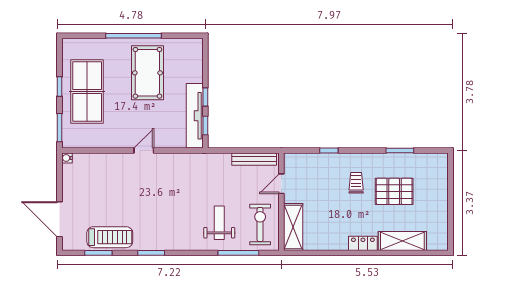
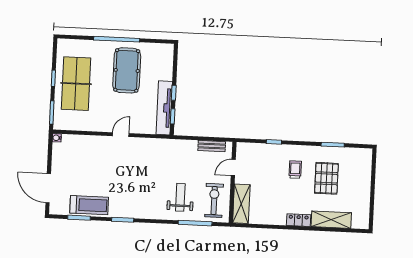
bench: (254, 159) -> (212, 146), width x0.73
pallet: (394, 191) -> (326, 178), turned 90

